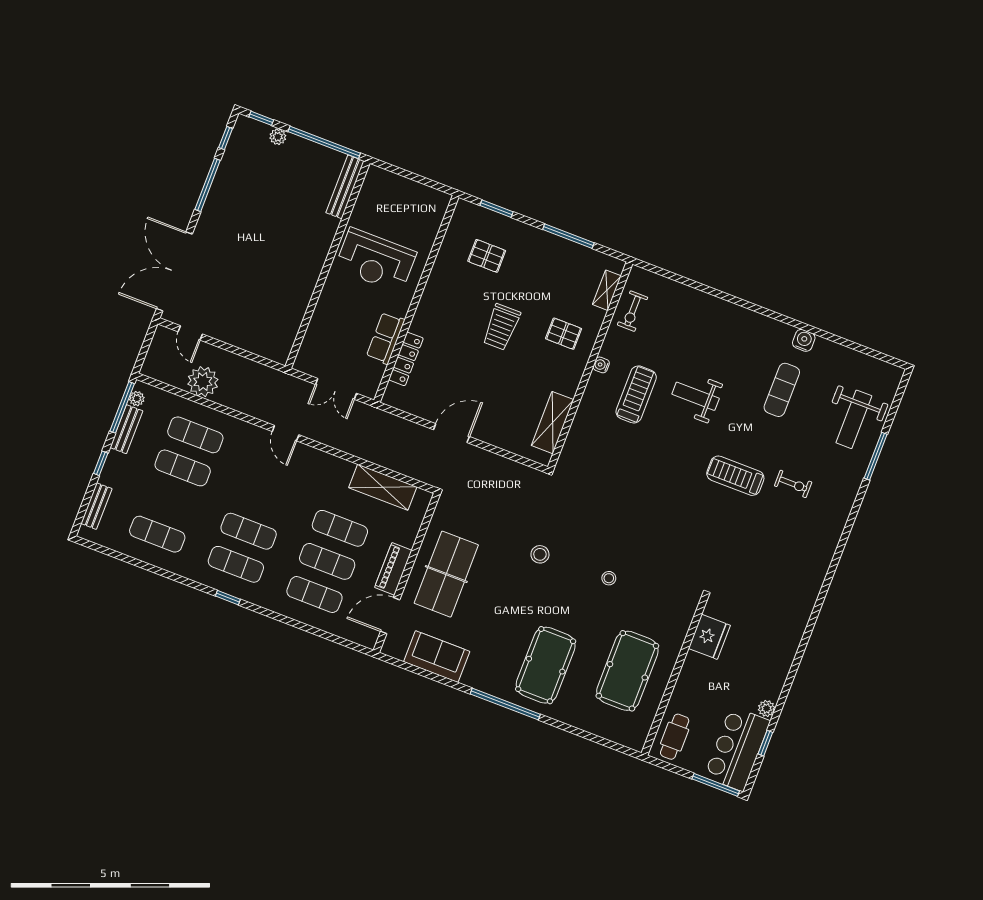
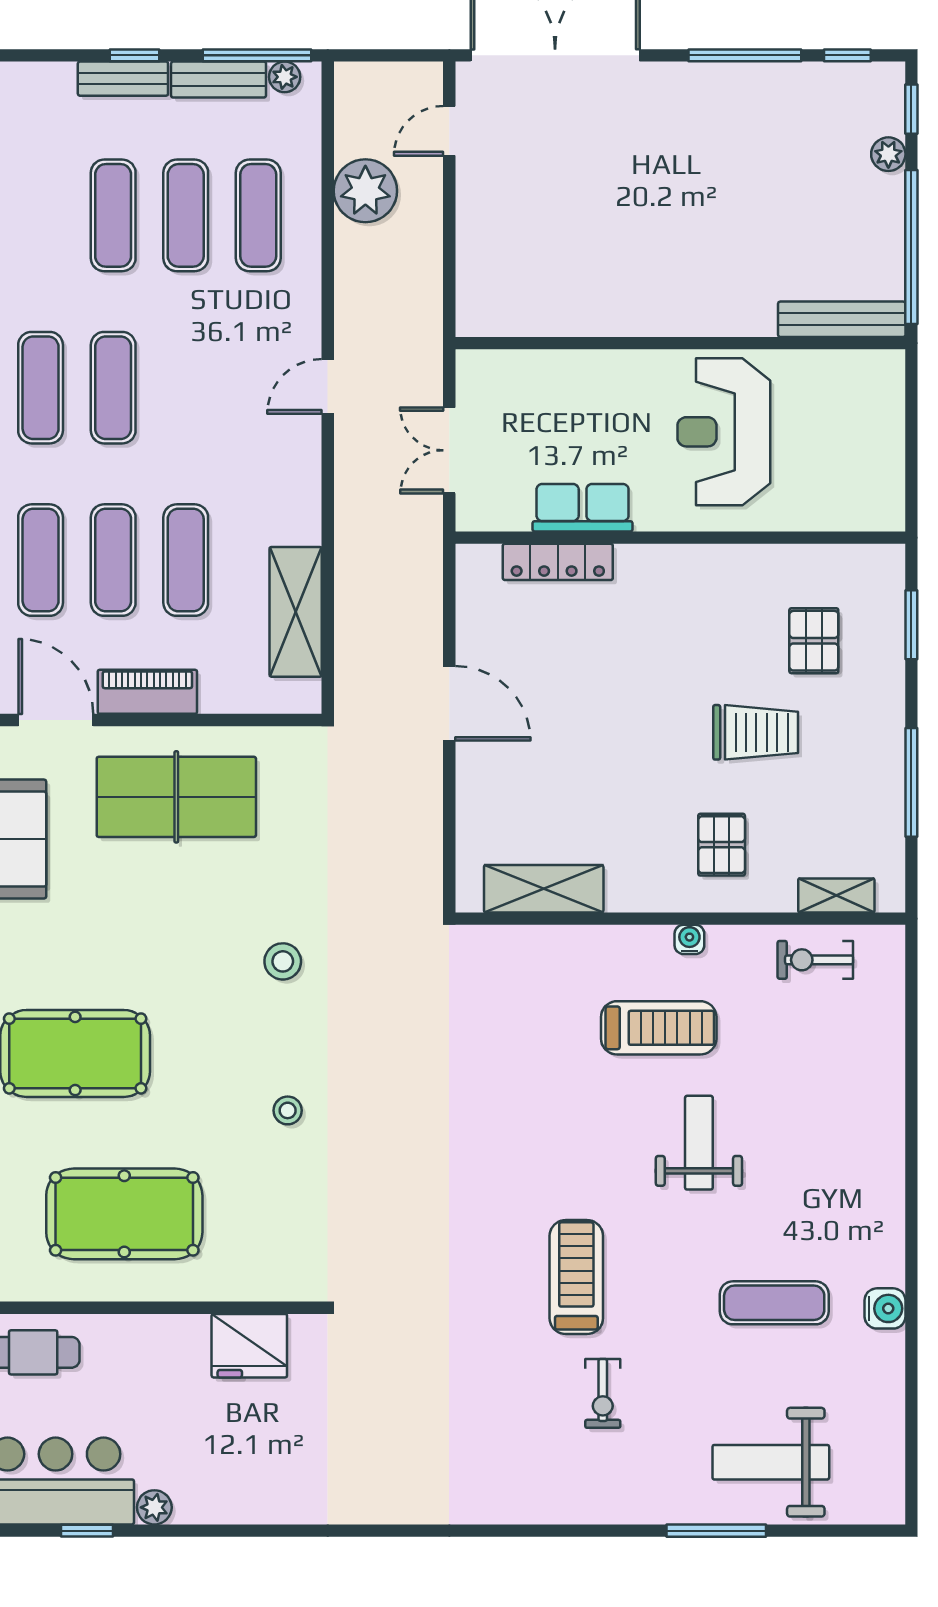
trolley: (501, 327) -> (756, 732), moved, turned 180
bench: (96, 506) -> (123, 79), moved
exercise mat: (157, 534) -> (113, 215), moved

